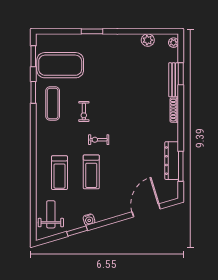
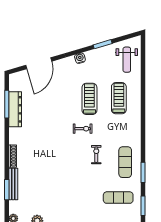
exercise mat: (60, 65) -> (118, 198), width x0.50, depth x0.69
water cooler: (89, 220) -> (80, 58), moved

